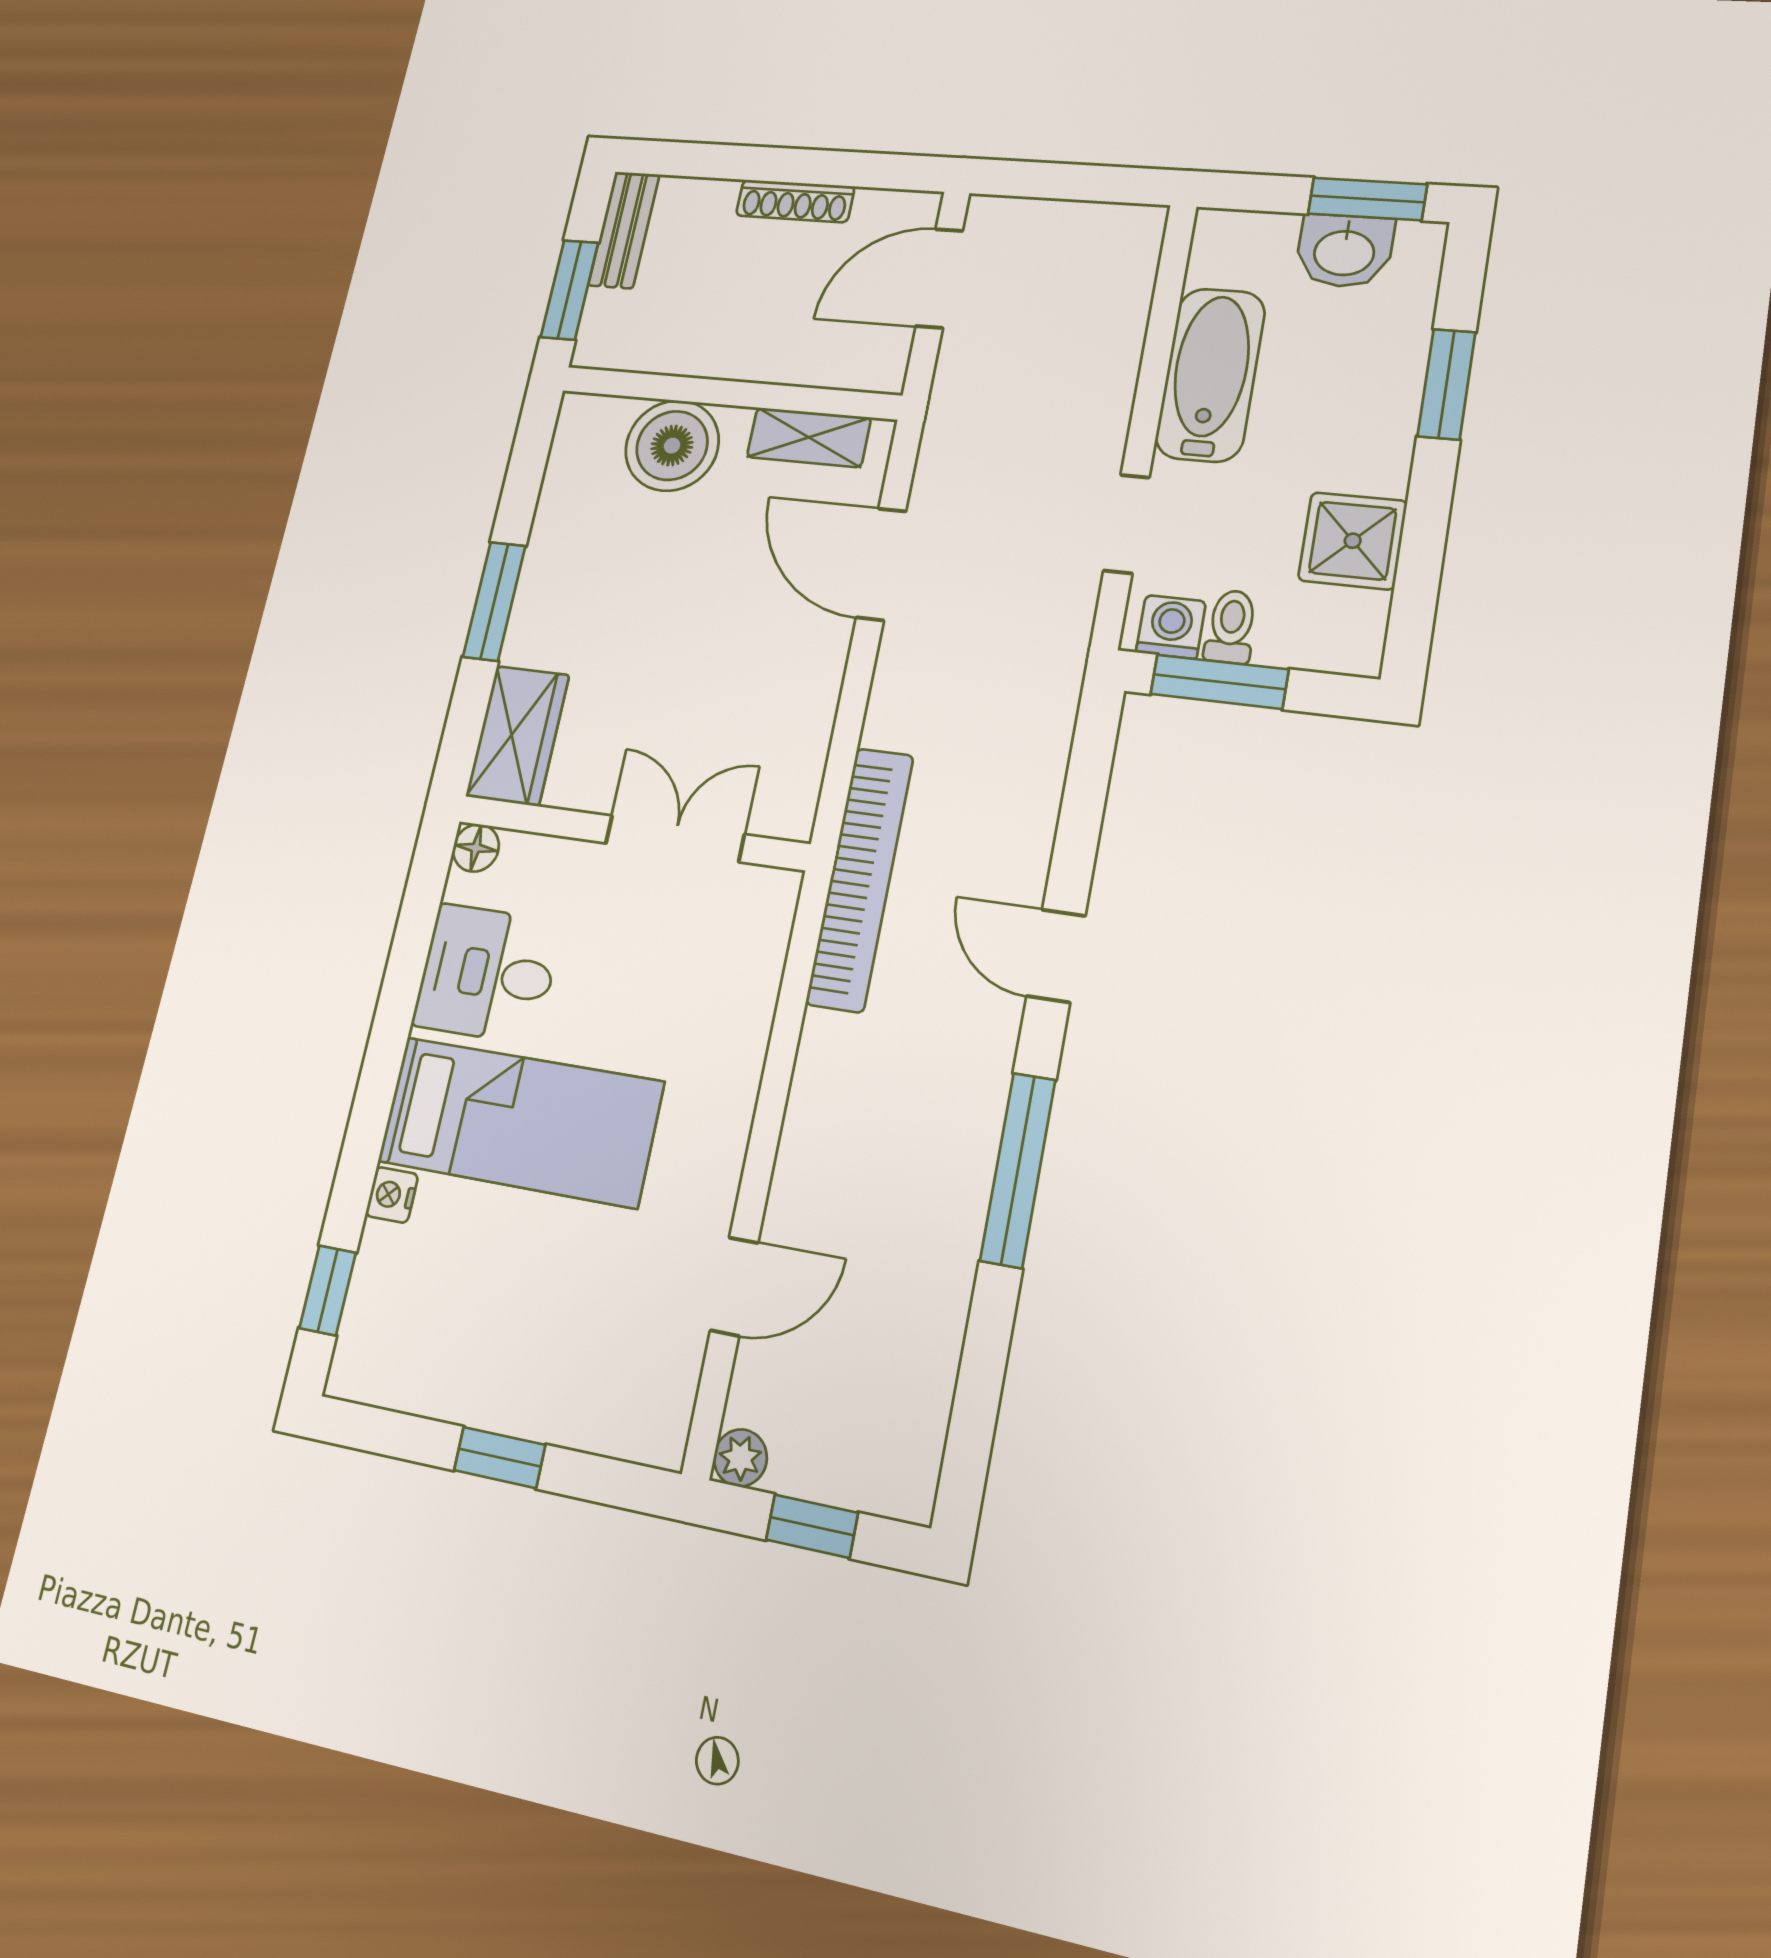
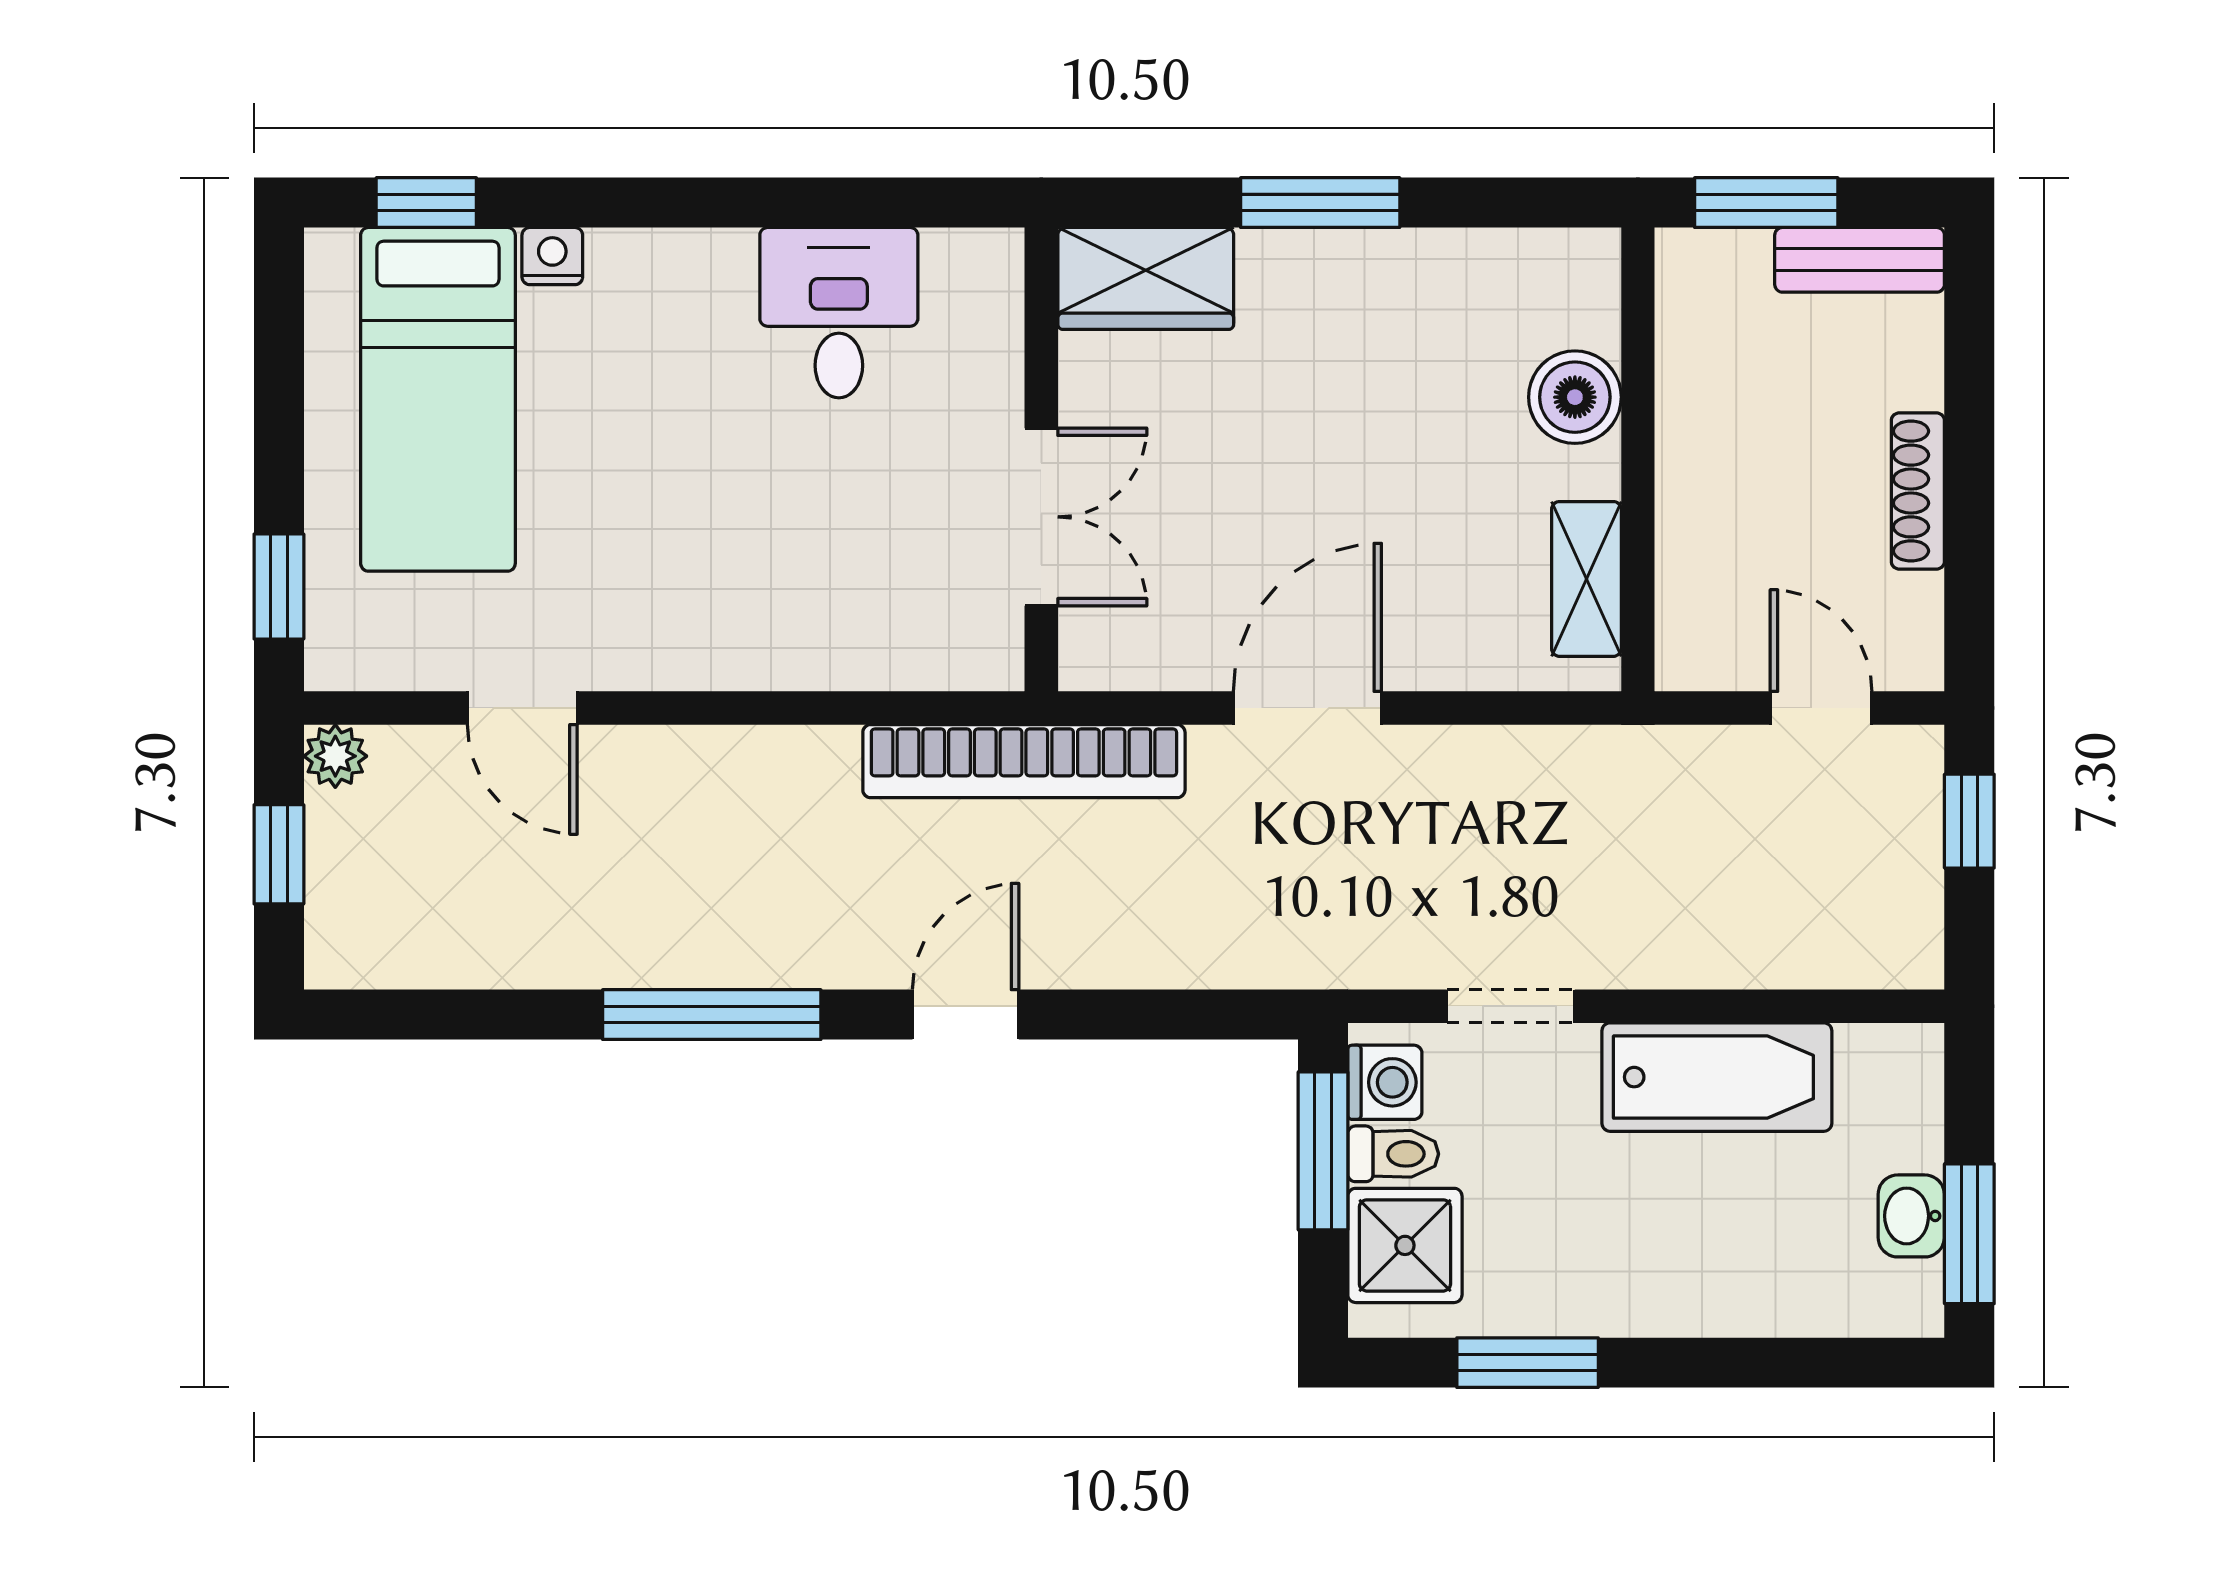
window: (1045, 180) -> (1969, 821), added
washbasin: (1344, 251) -> (1911, 1216), width x0.72, depth x0.69
door: (939, 278) -> (1821, 708), width x0.73
window: (1447, 384) -> (1528, 1363), moved
boiler: (672, 446) -> (1575, 397), width x0.73, depth x0.73
shower: (1353, 541) -> (1405, 1245), moved
door: (881, 564) -> (1307, 708), moved
floor lamp: (476, 848) -> (994, 258), removed
bed: (520, 1122) -> (438, 399), moved
window: (500, 1458) -> (279, 586), moved

